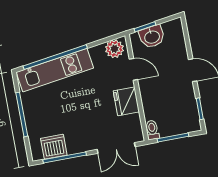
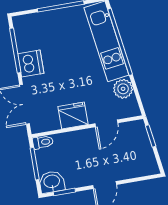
washbasin: (152, 37) -> (52, 182), moved, turned 98
plant: (114, 49) -> (123, 89), moved
dishwasher: (54, 147) -> (31, 64), moved

